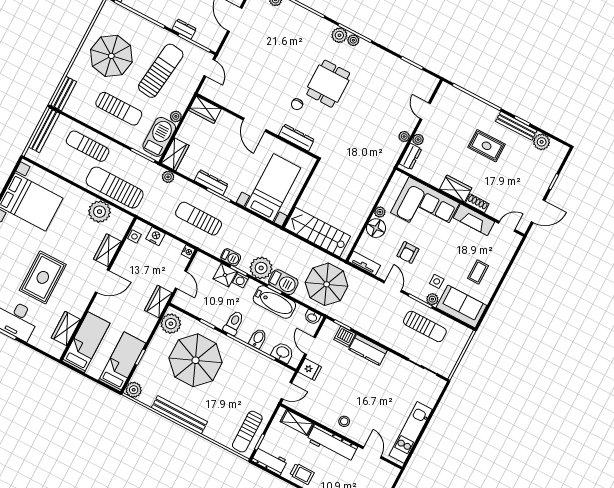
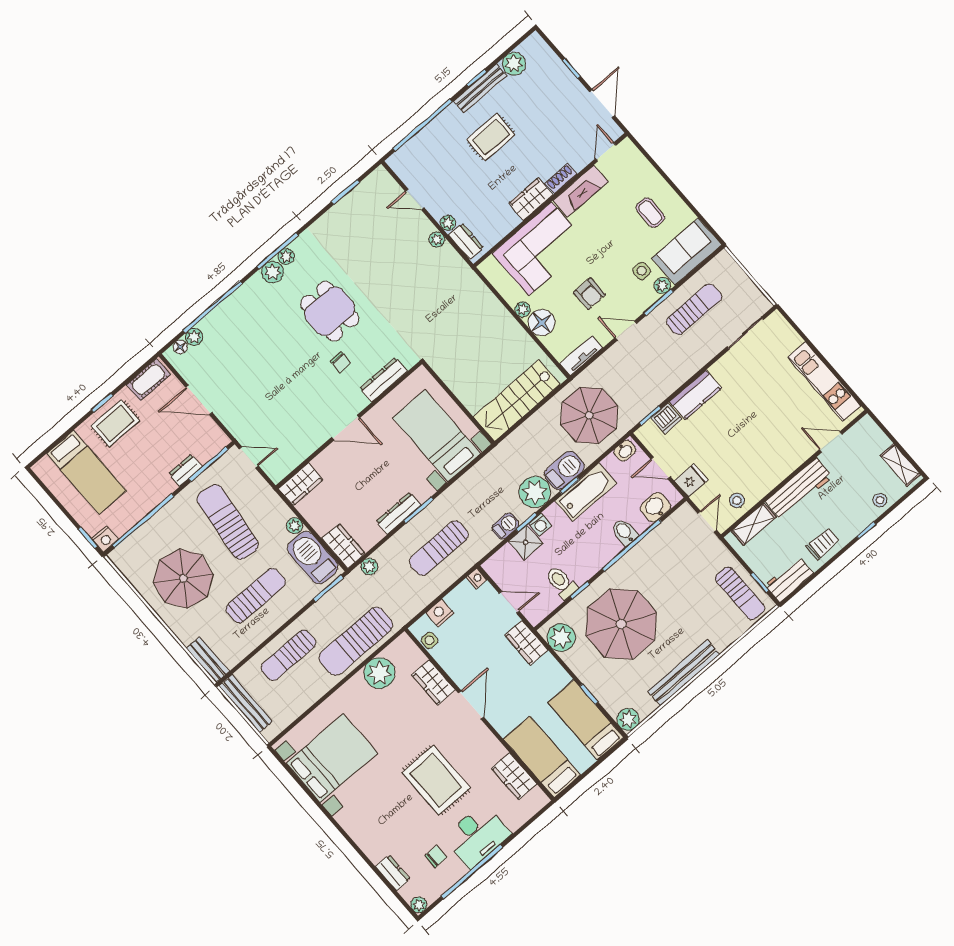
toilet: (234, 323) -> (561, 582), moved
stool: (344, 421) -> (737, 501), moved

